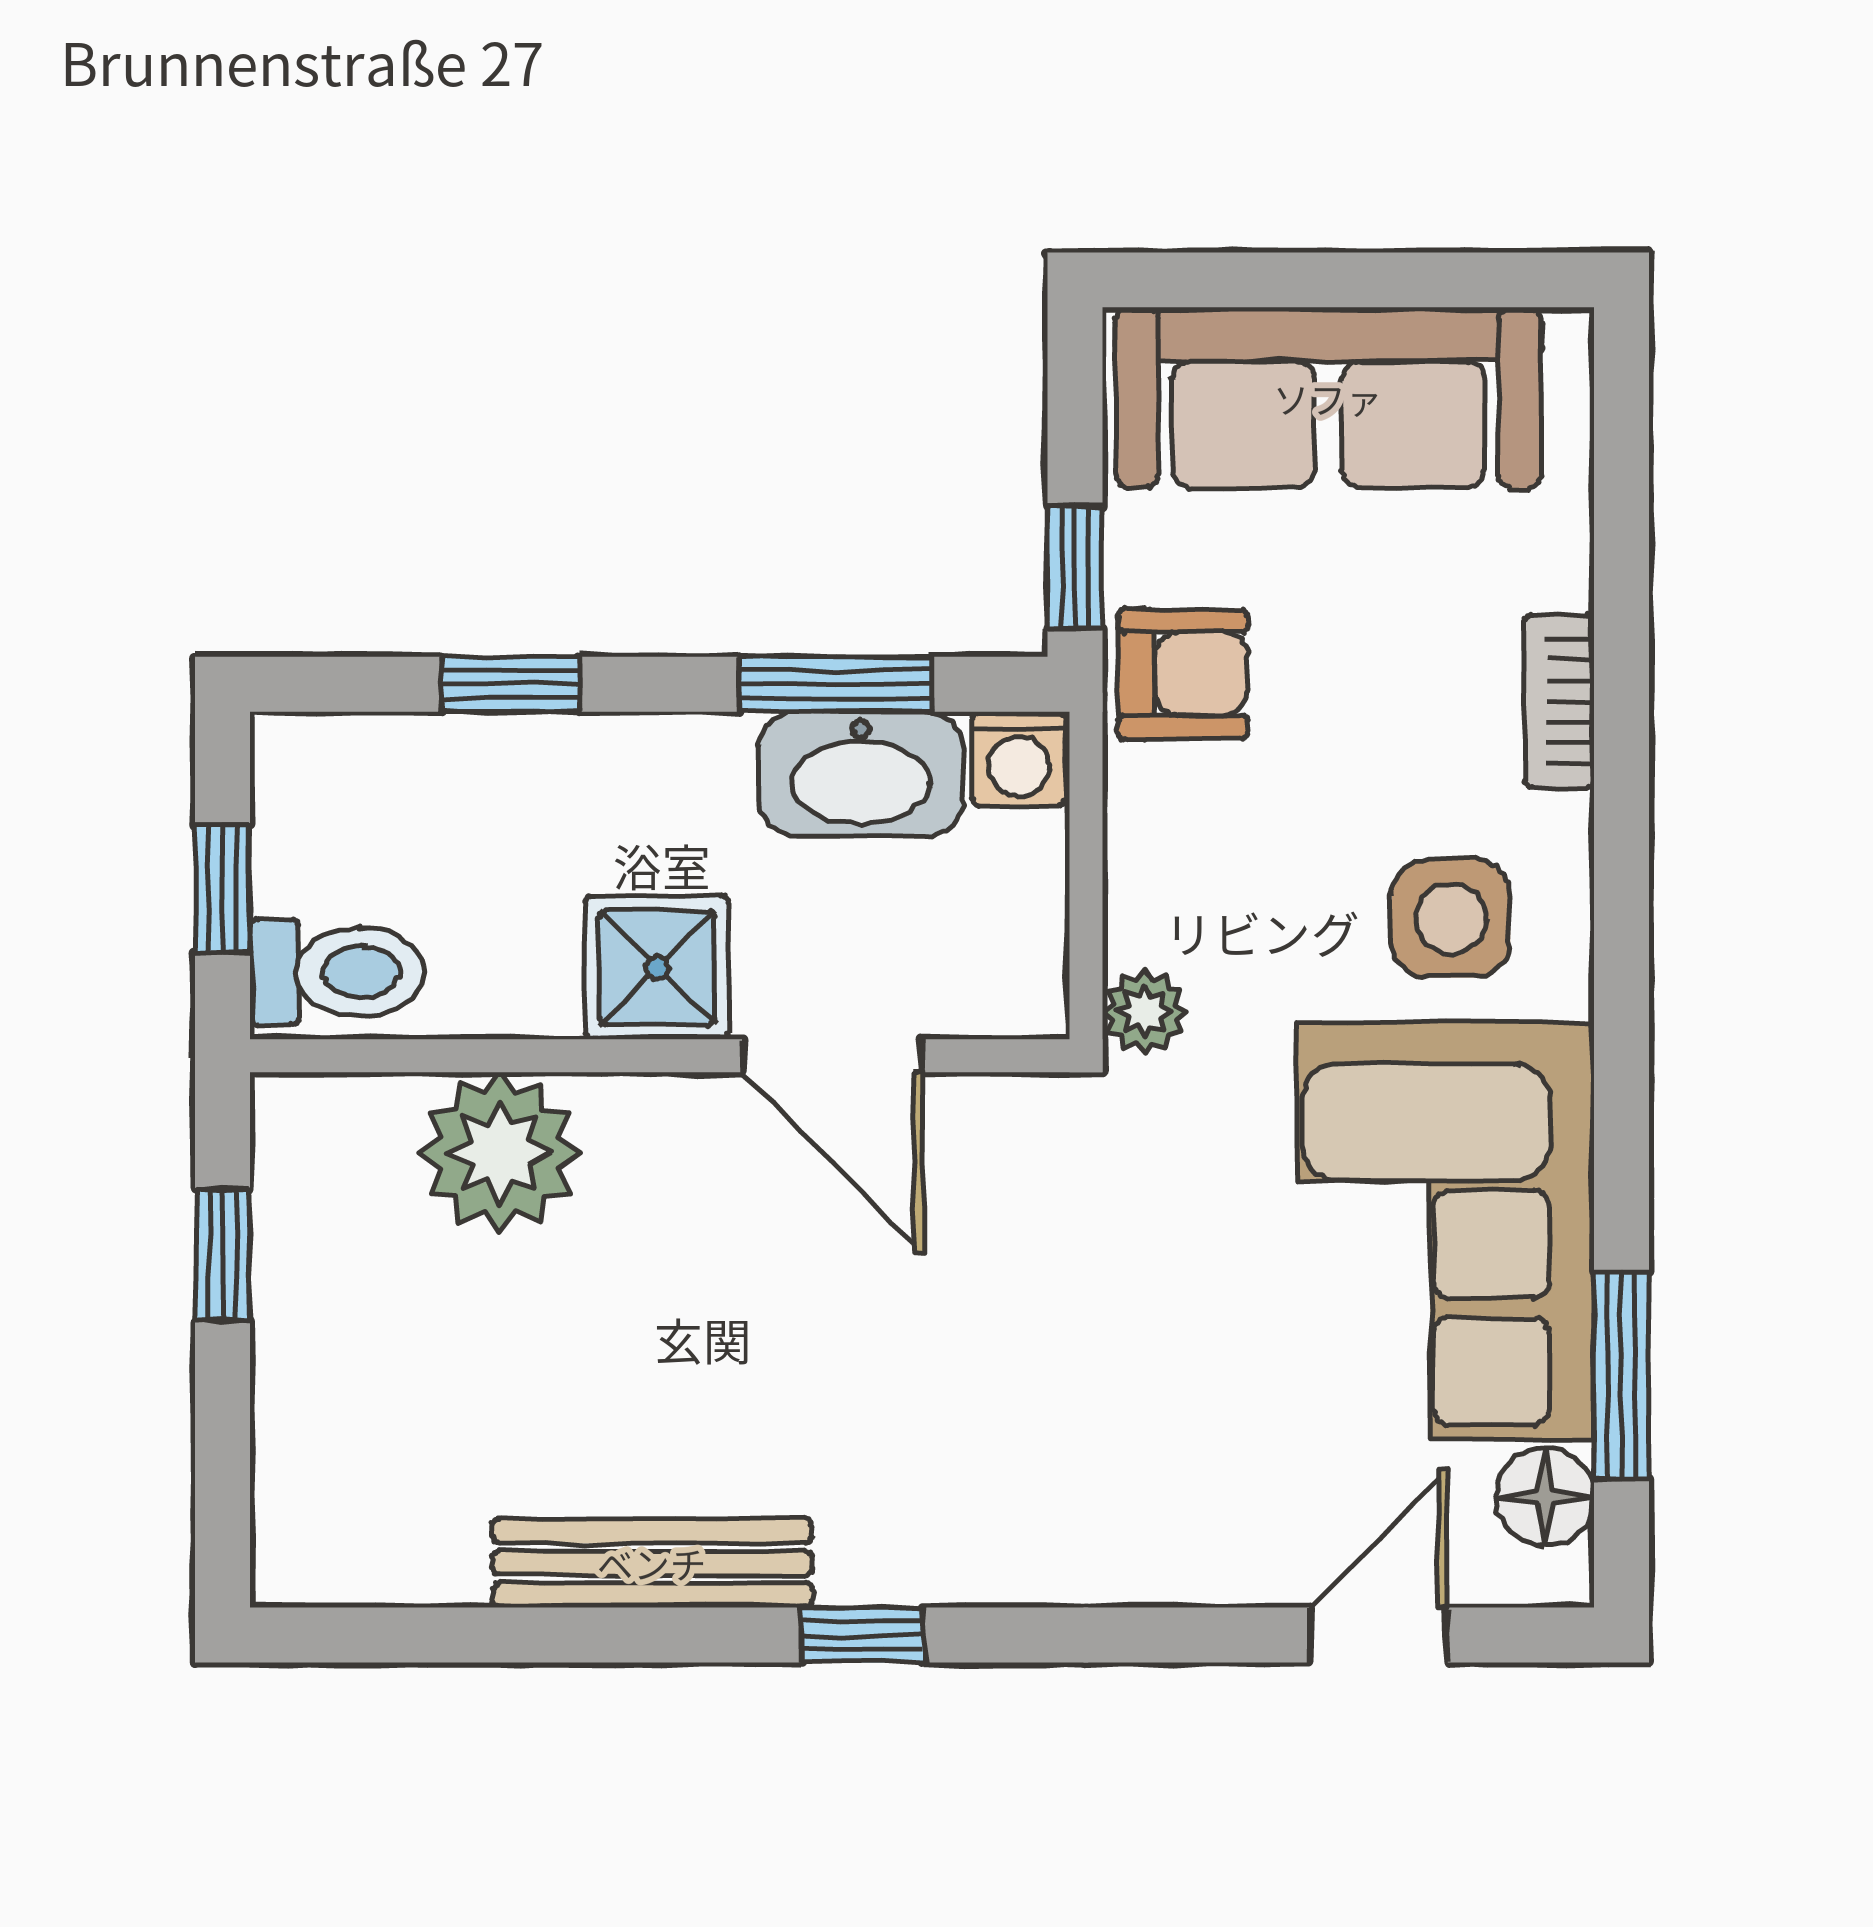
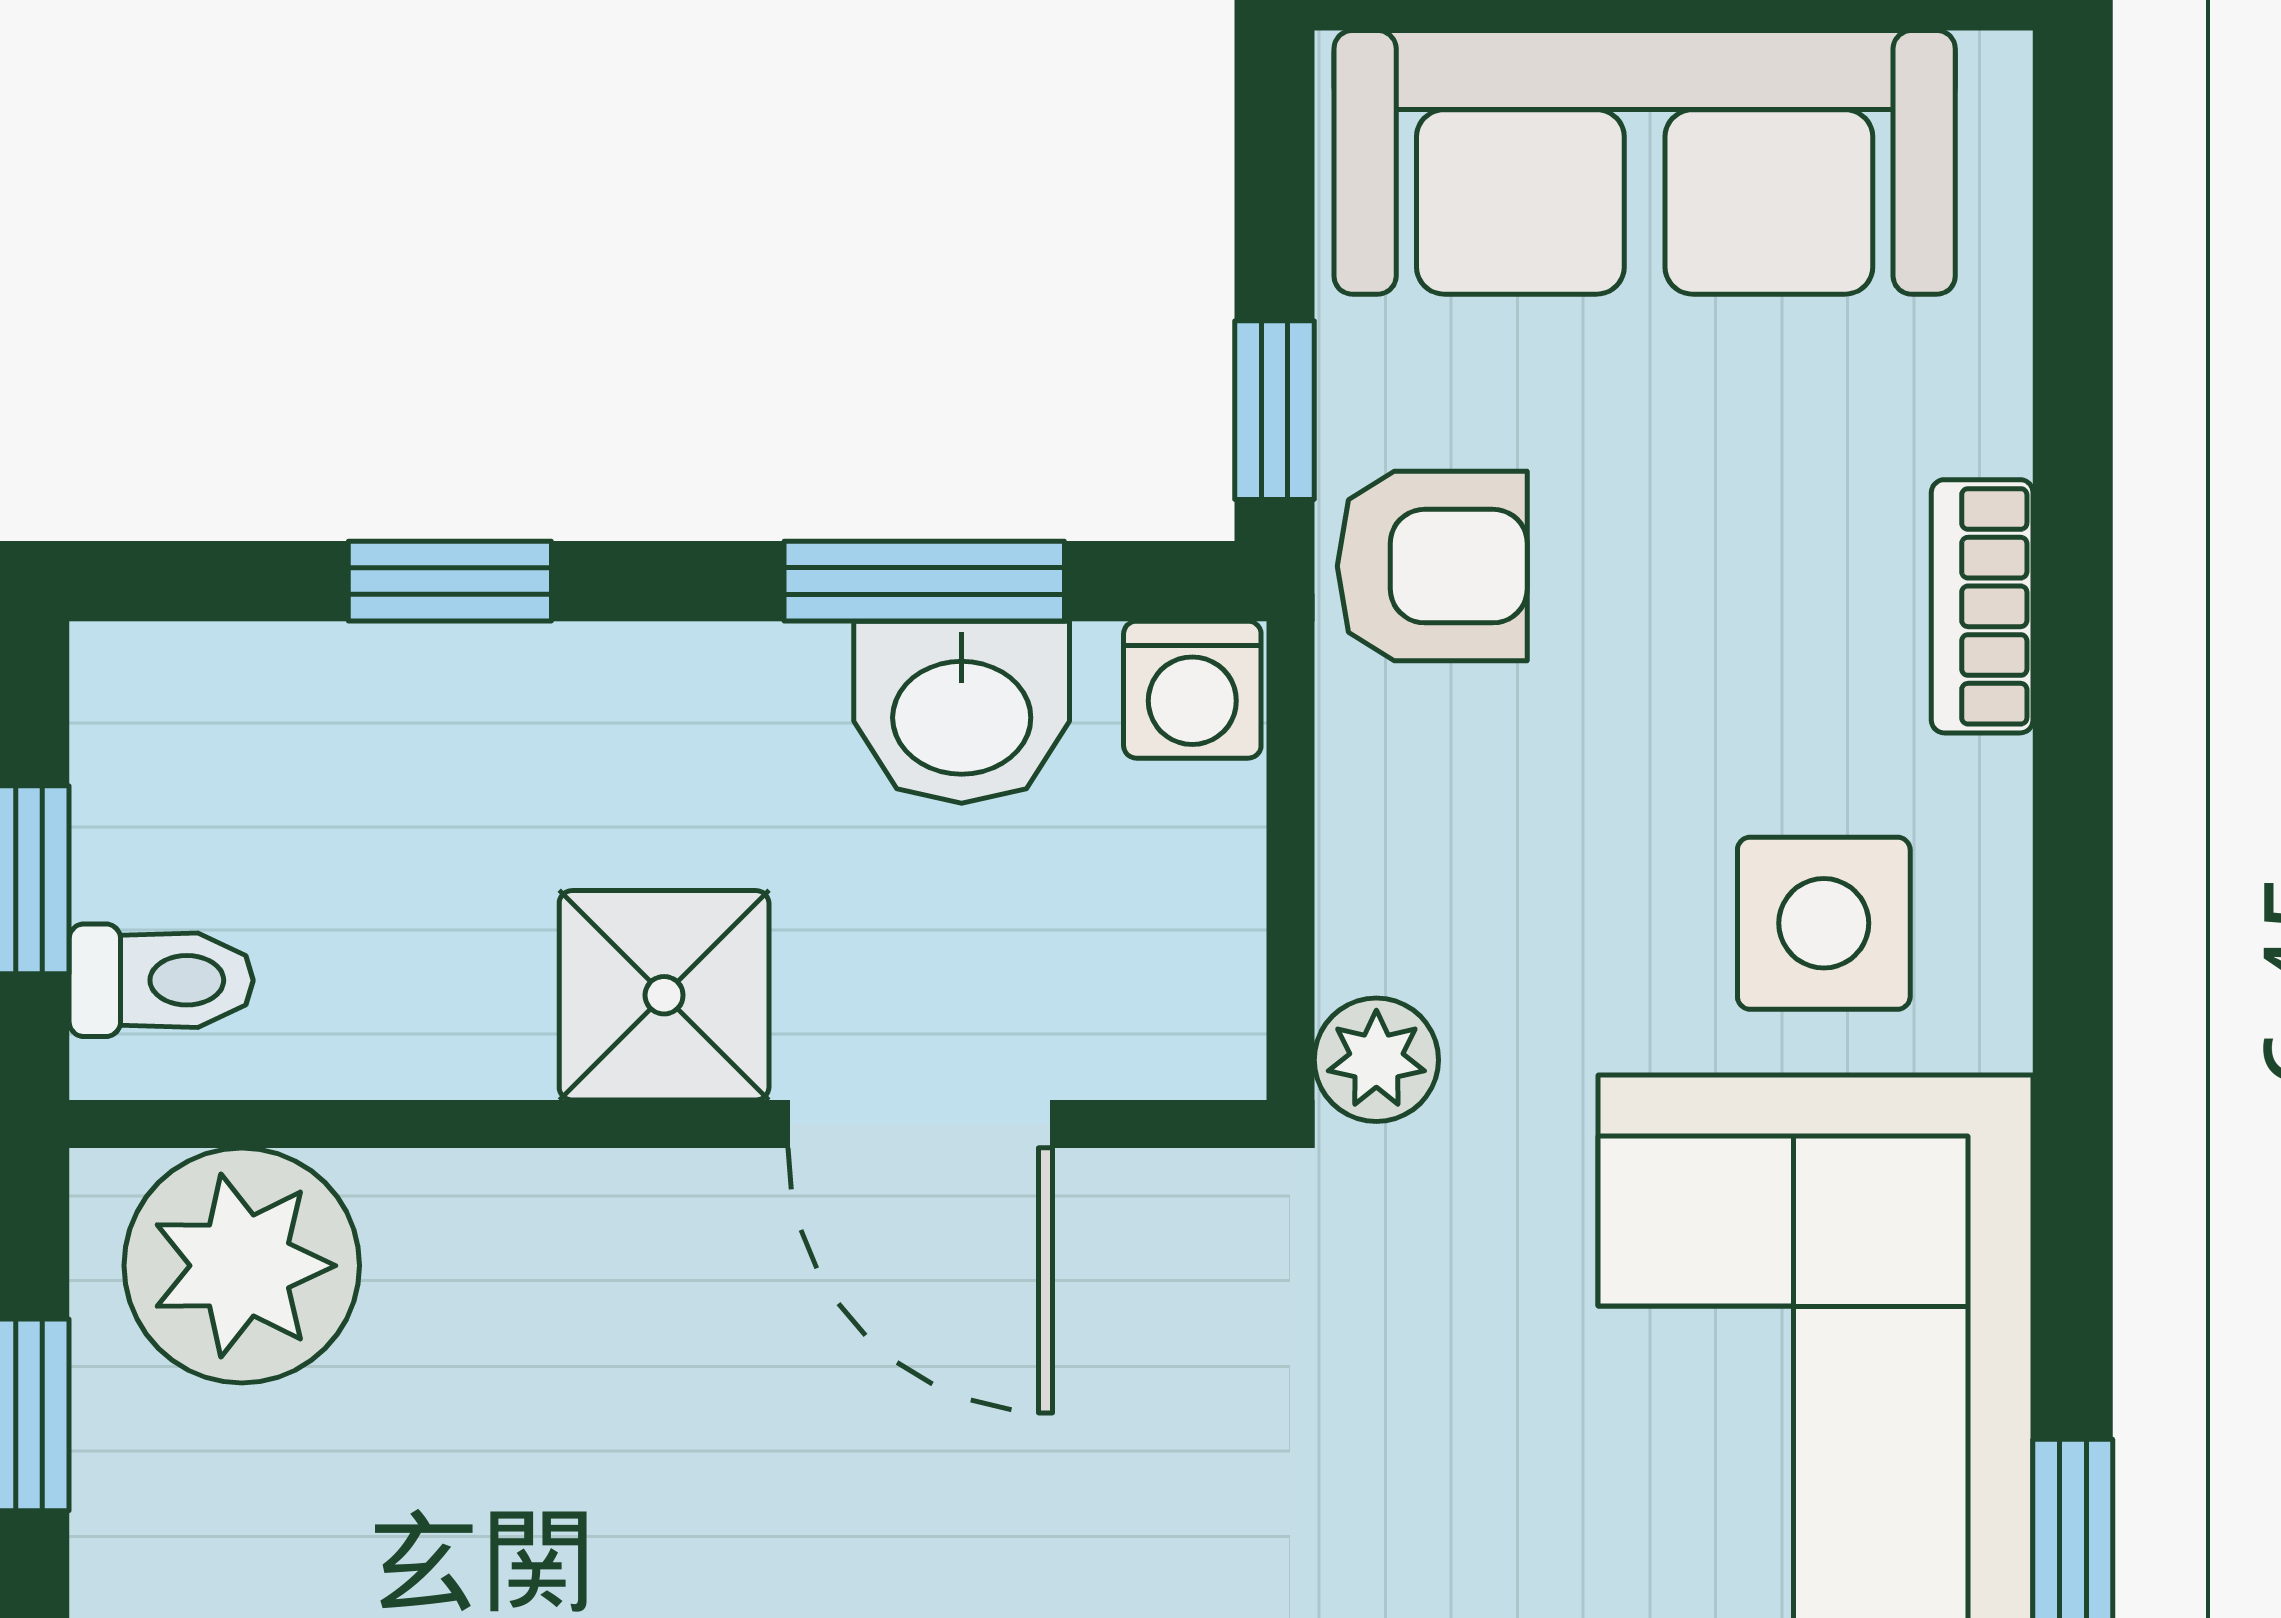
washbasin: (861, 774) -> (962, 712), width x0.72
toilet: (337, 972) -> (161, 980), width x0.73, depth x0.72
plant: (500, 1153) -> (242, 1266), moved

